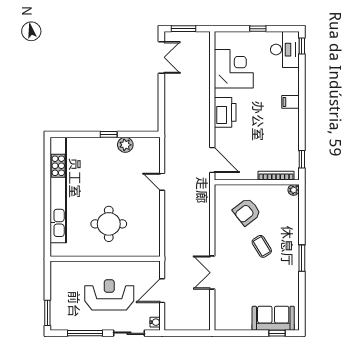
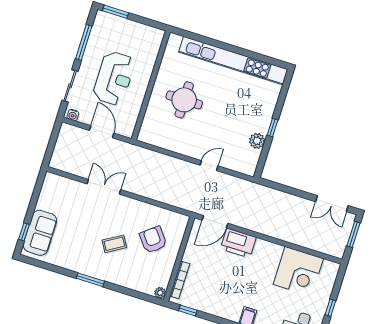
printer: (225, 112) -> (238, 243), moved

